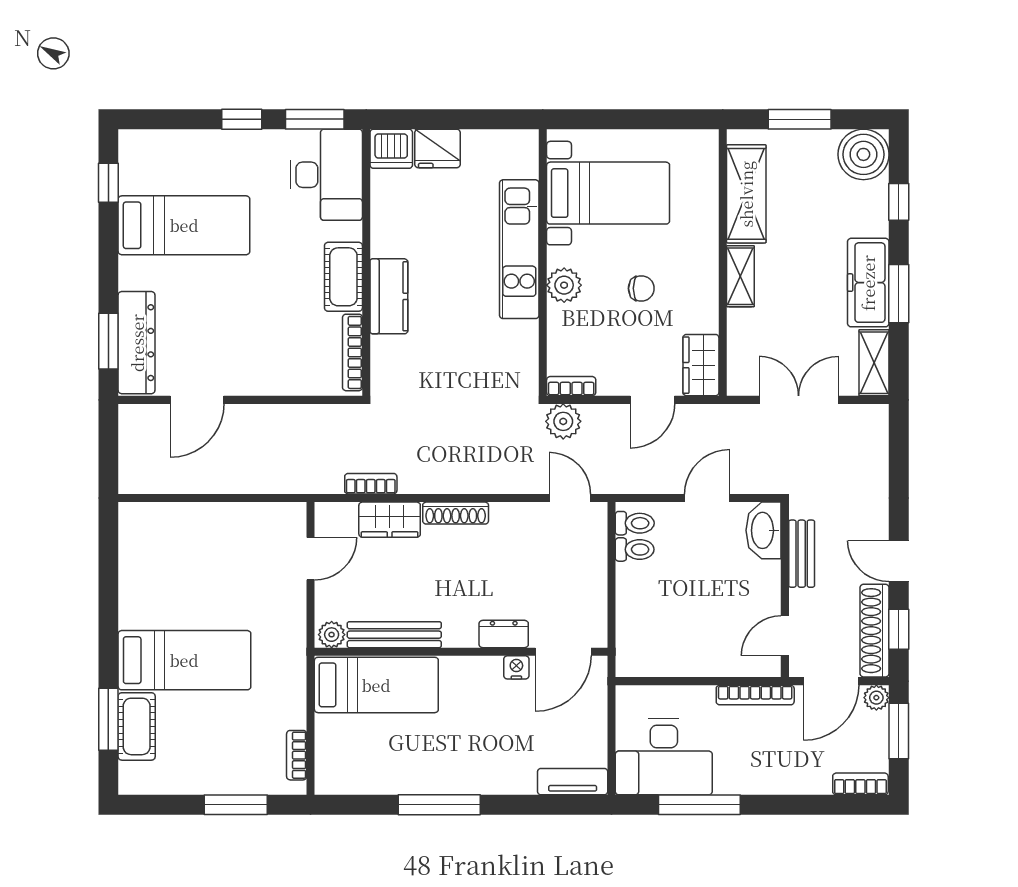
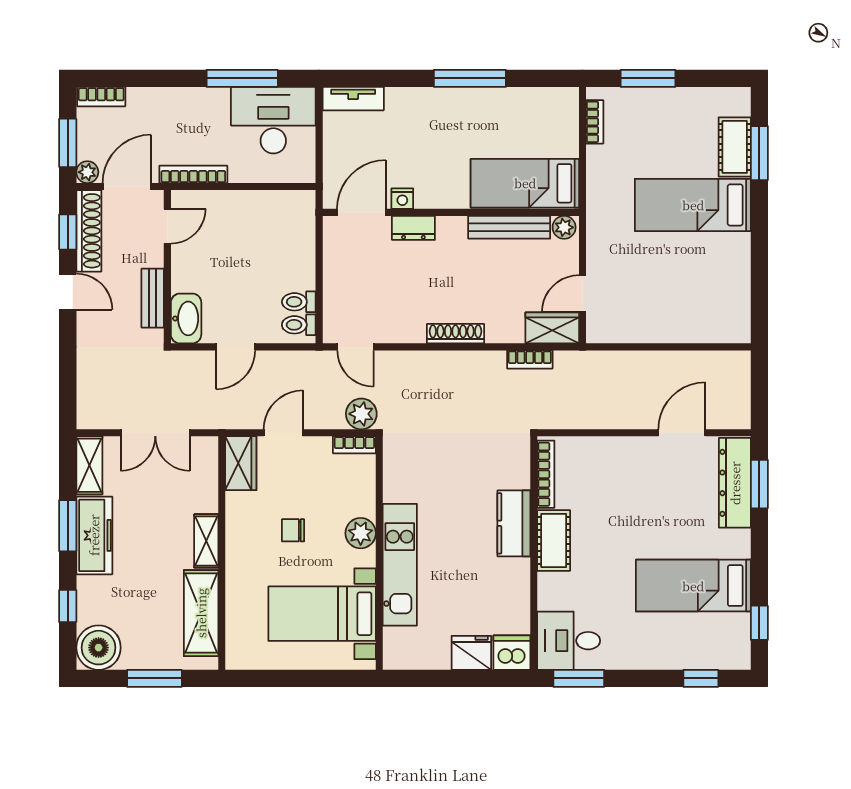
window: (242, 119) -> (701, 678), moved
desk: (326, 175) -> (569, 641), width x0.73
wardrobe: (390, 520) -> (552, 328), moved

